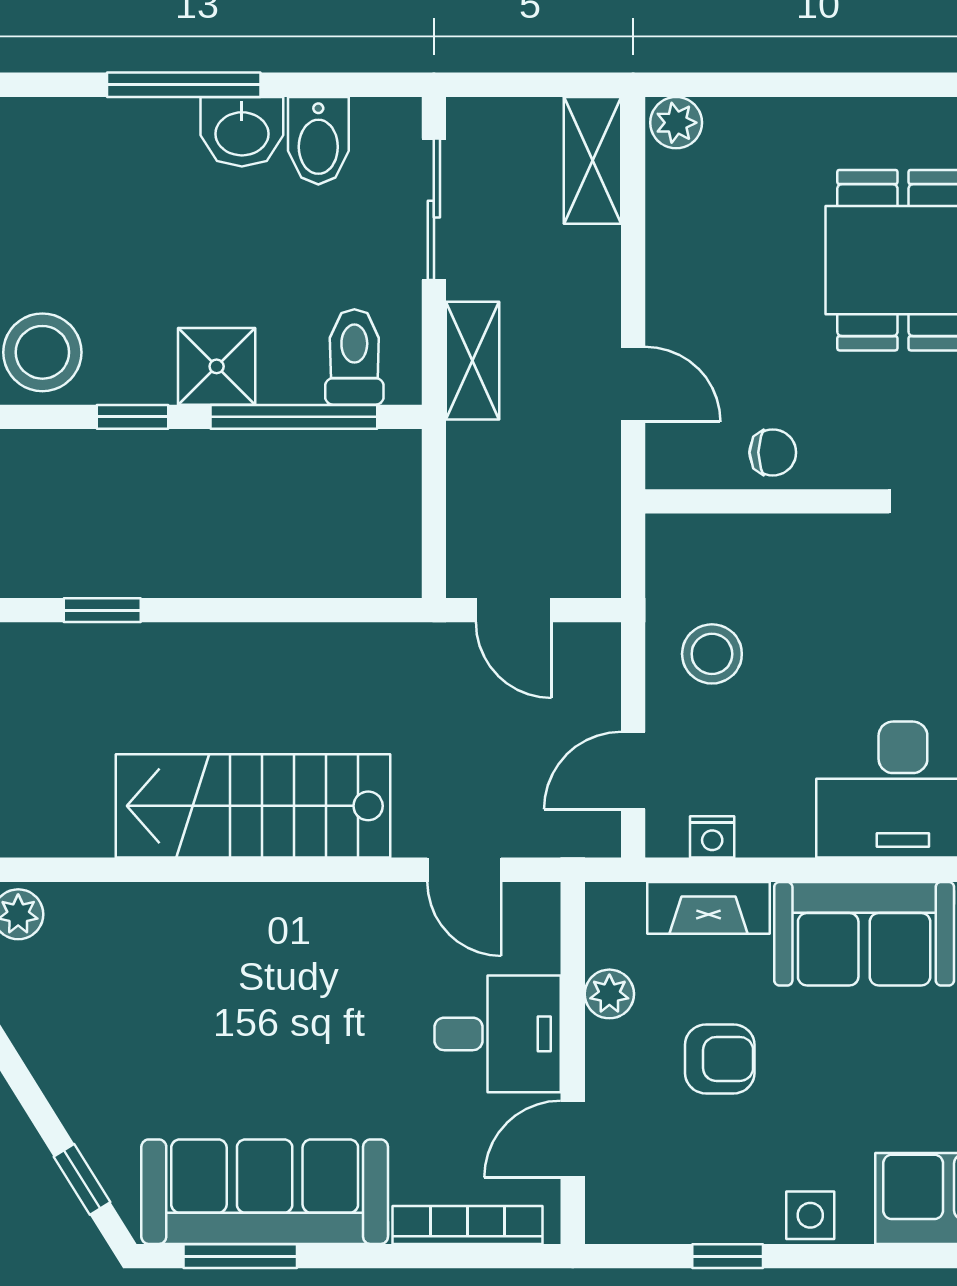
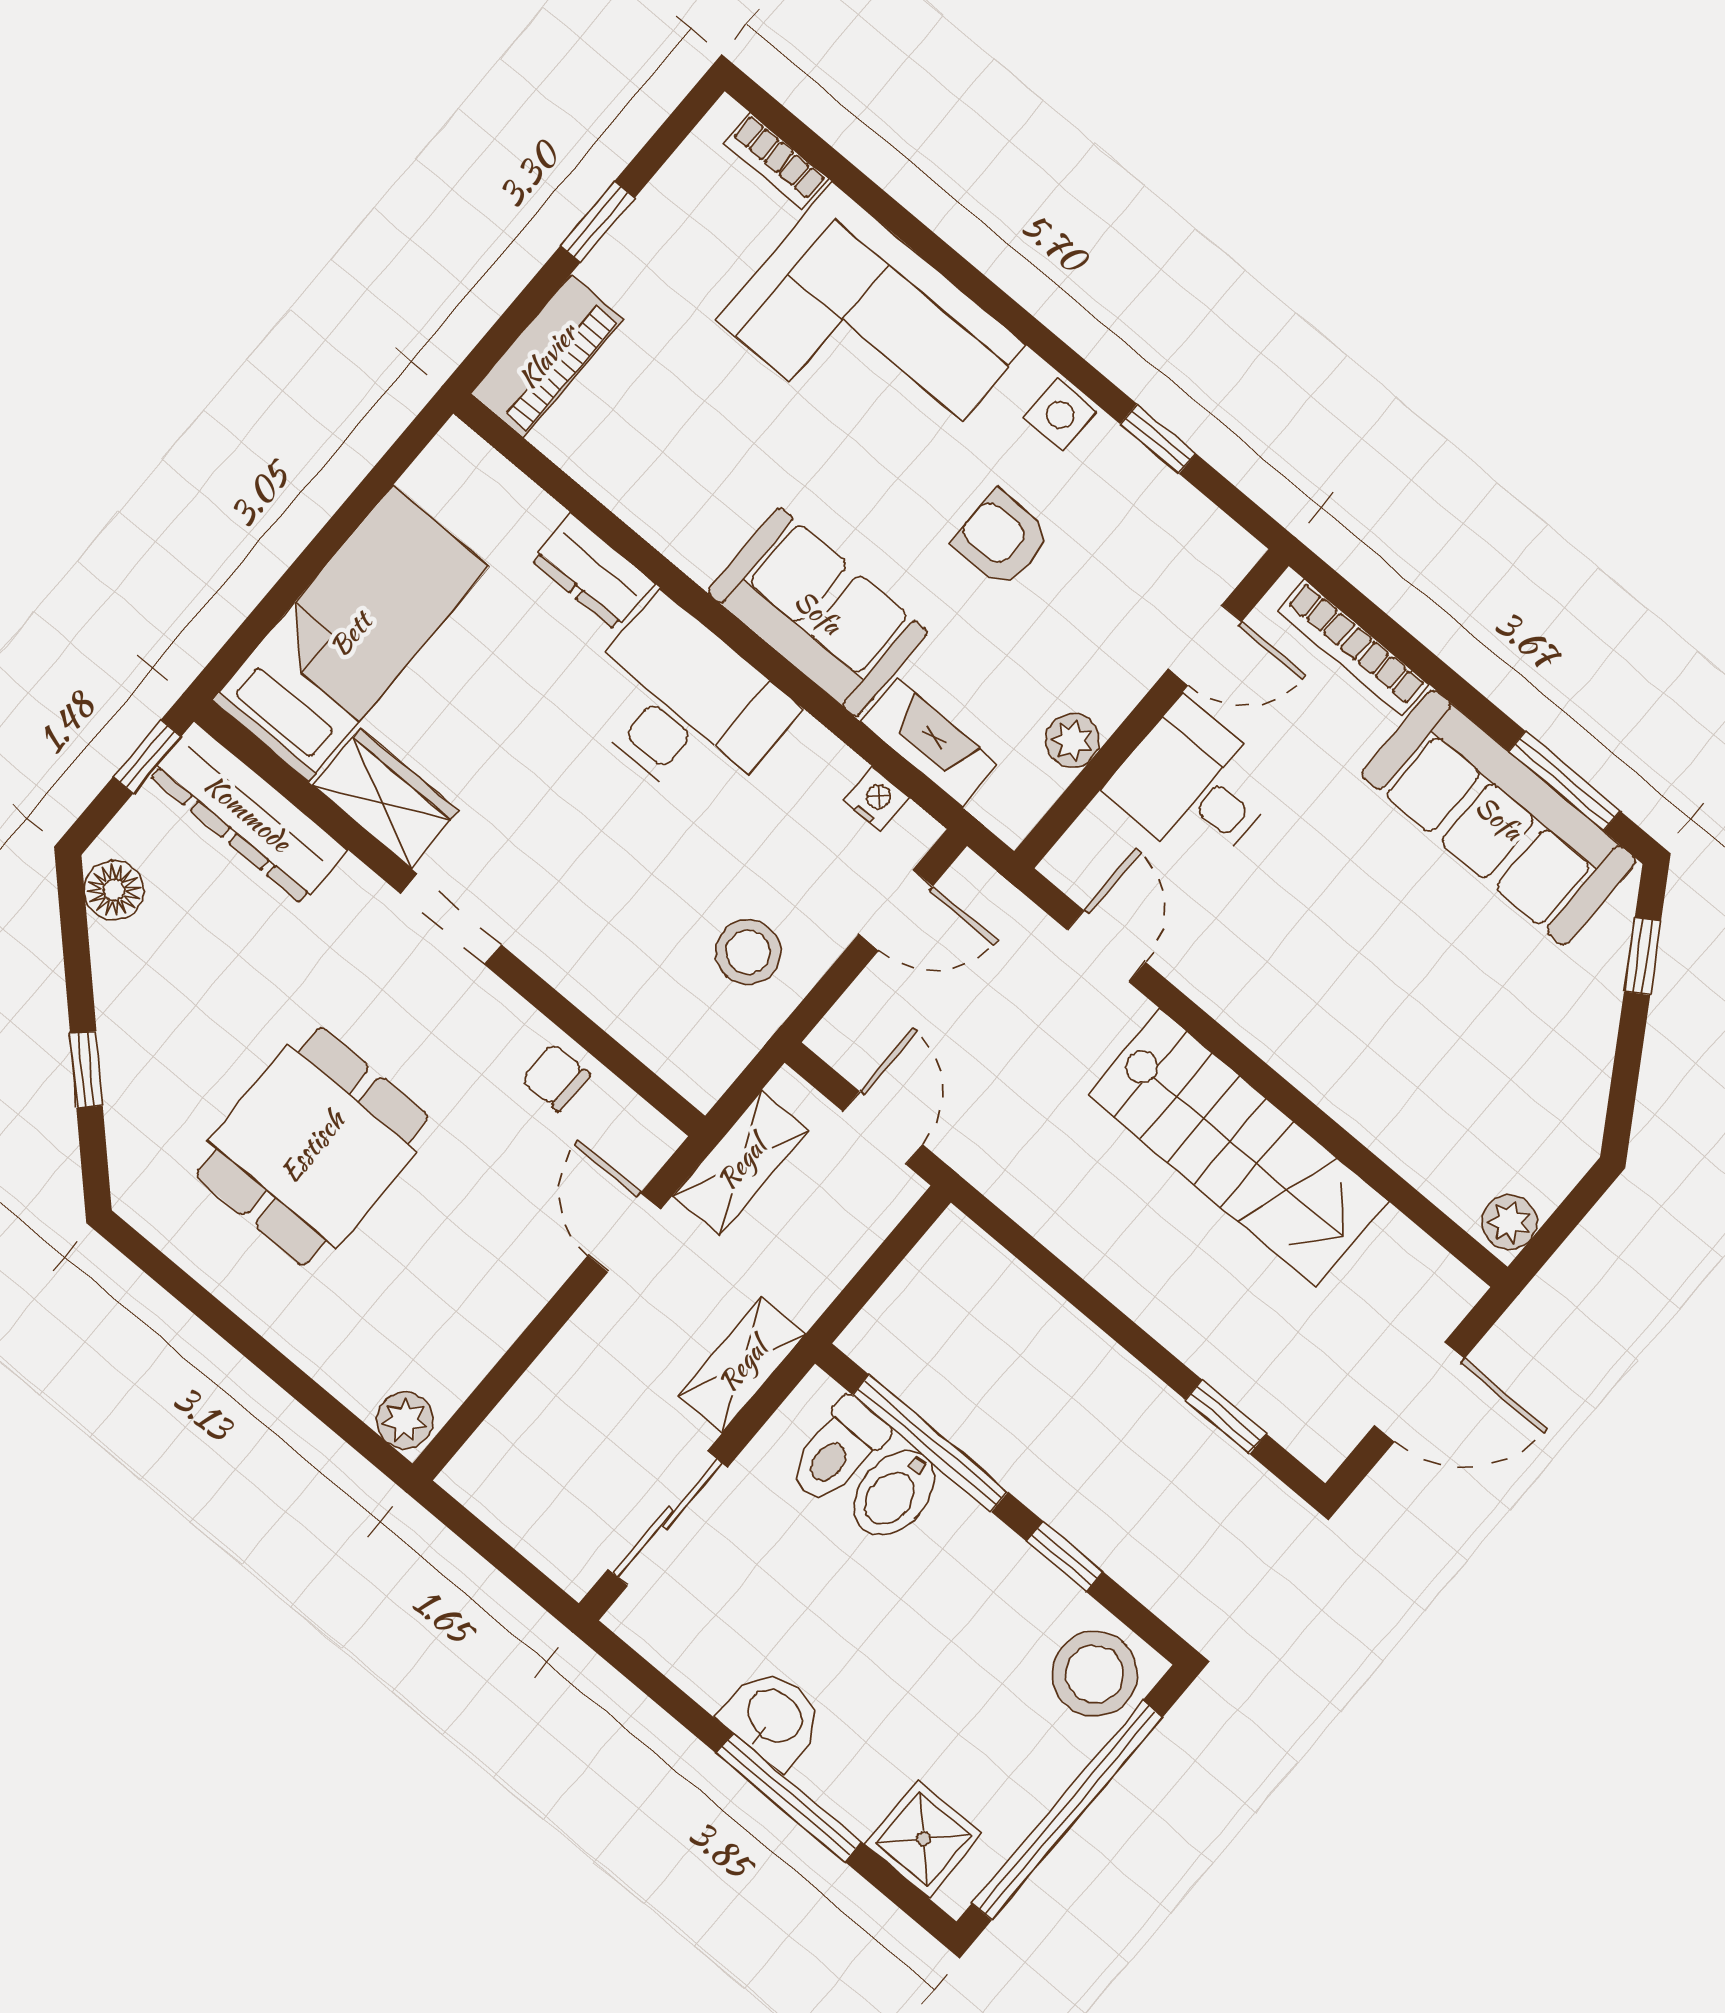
bidet: (318, 141) -> (894, 1493), moved, turned 180
shelving: (592, 160) -> (741, 1163), moved
shower: (217, 366) -> (923, 1839), moved
armchair: (720, 1059) -> (1002, 540), moved

